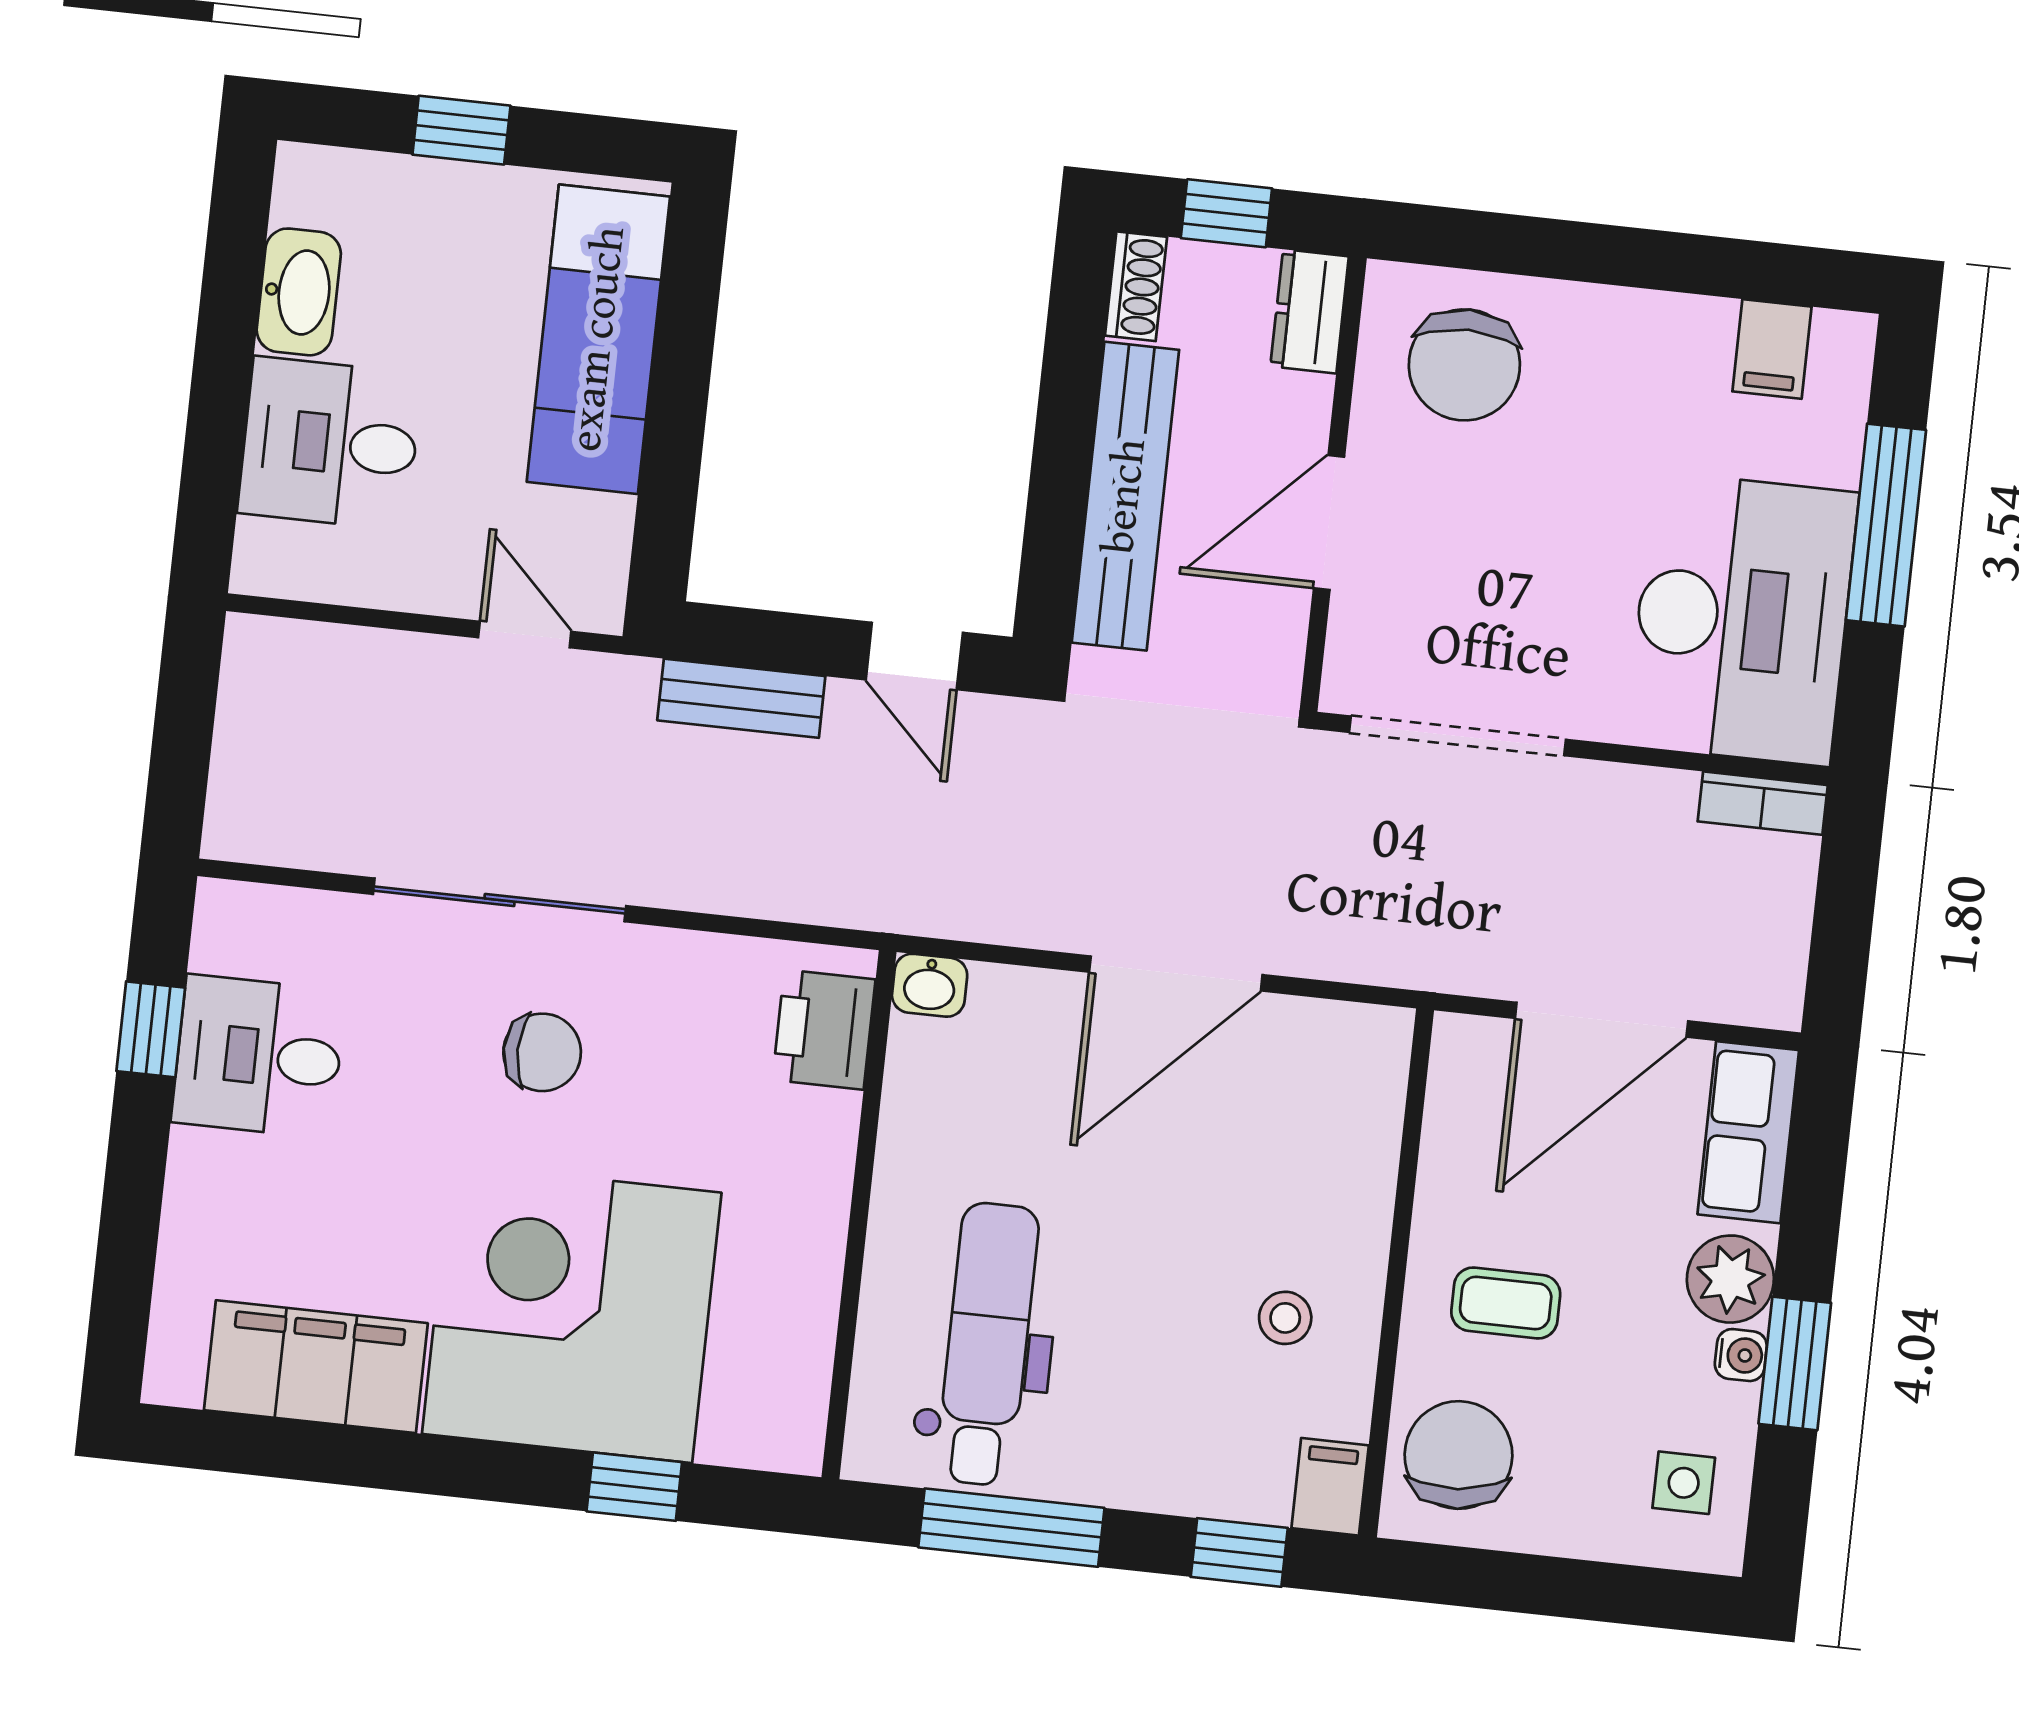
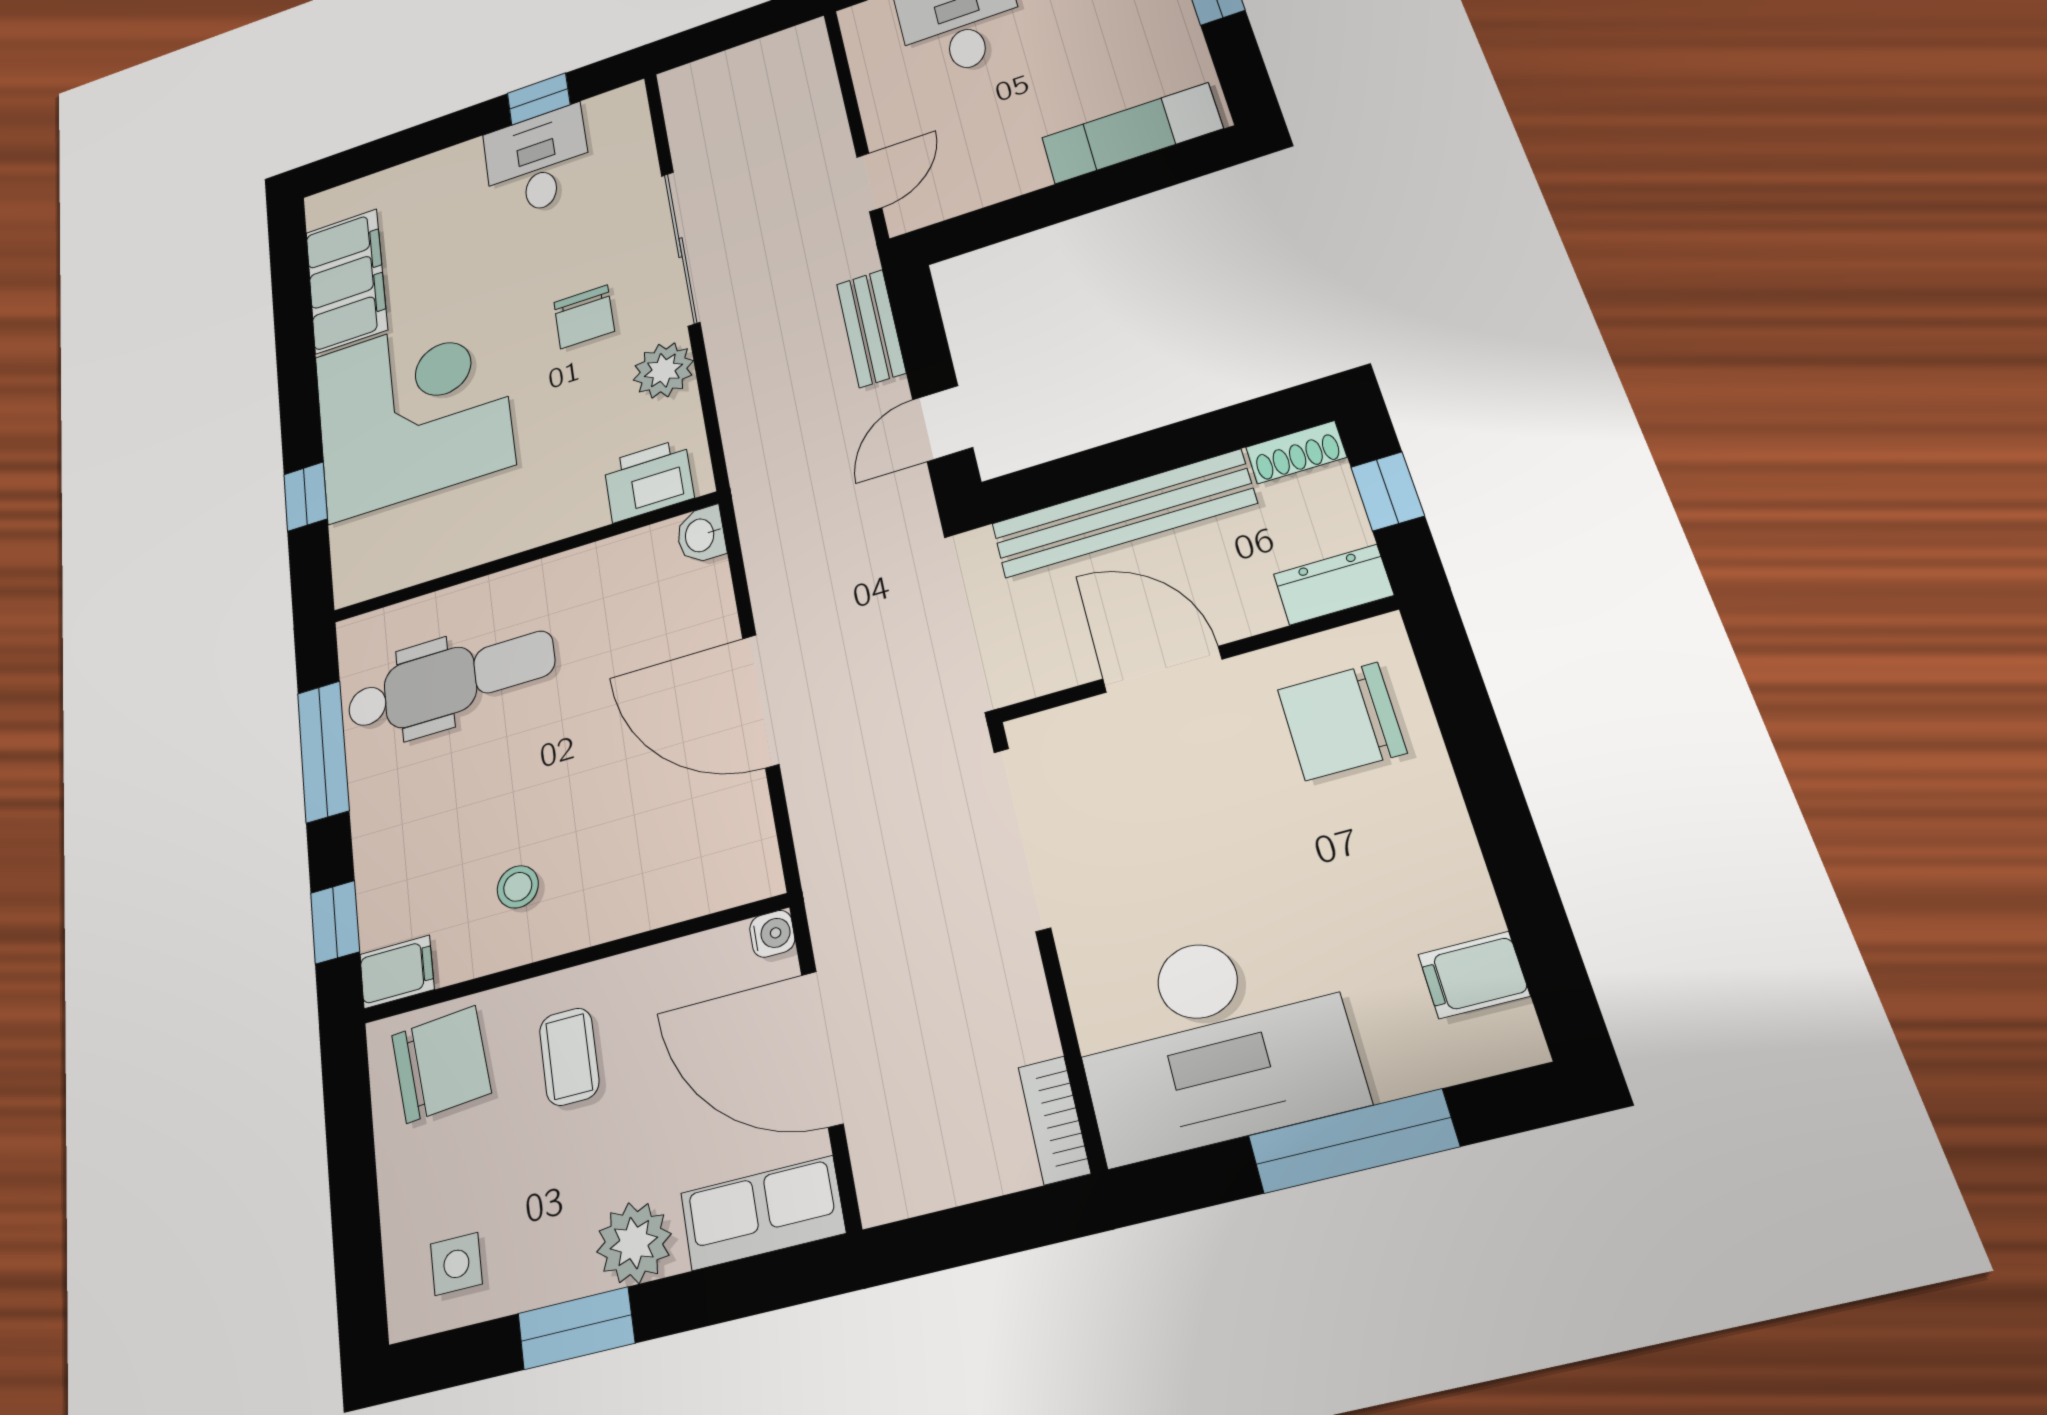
exam couch: (598, 339) -> (1132, 133), width x0.73, depth x0.69
plant: (675, 970) -> (663, 370), added
water cooler: (1741, 1355) -> (772, 934), moved, turned -90

